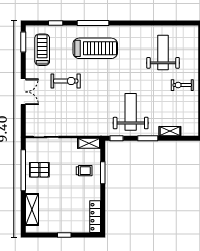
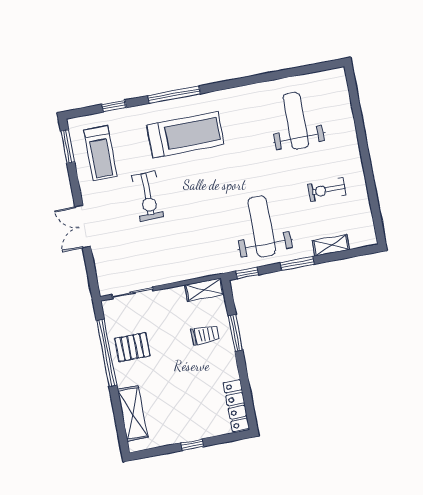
treadmill: (42, 50) -> (100, 153), turned 180
exercise bike: (66, 81) -> (148, 196), turned 90
exercise bike: (182, 85) -> (327, 190), moved
double door: (23, 92) -> (83, 227), swing flipped

